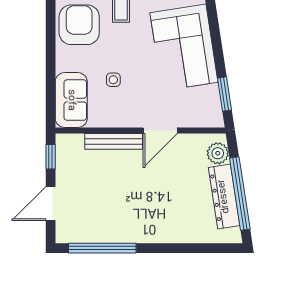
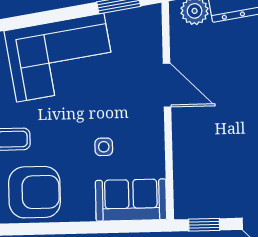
armchair: (79, 25) -> (35, 192), turned 180
bench: (114, 141) -> (182, 145), removed

